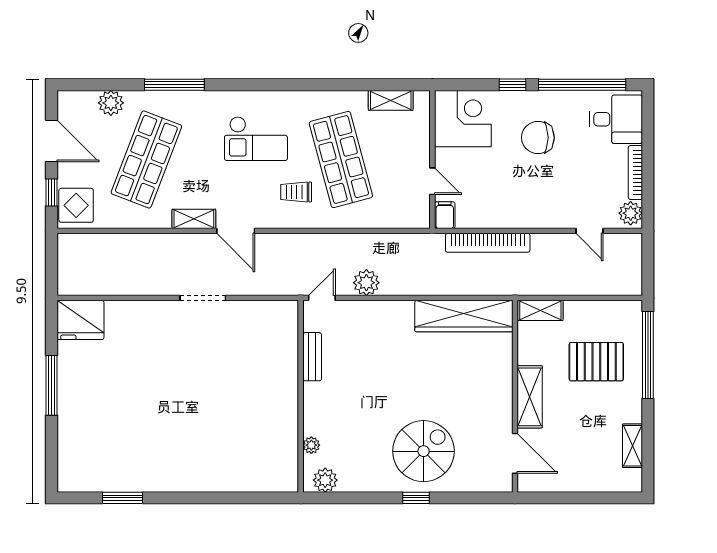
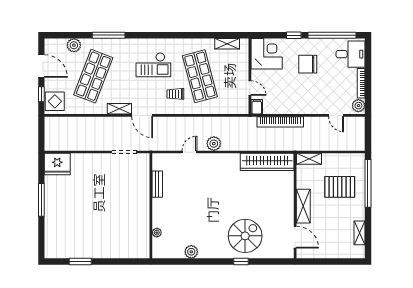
bench: (312, 357) -> (157, 184), moved
wall: (301, 396) -> (151, 206), moved
plant: (311, 445) -> (157, 233), moved

